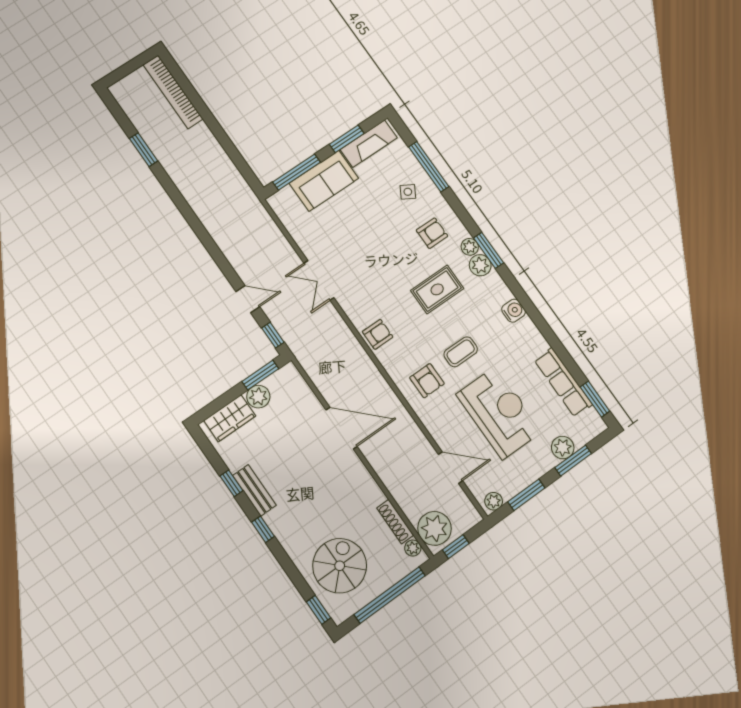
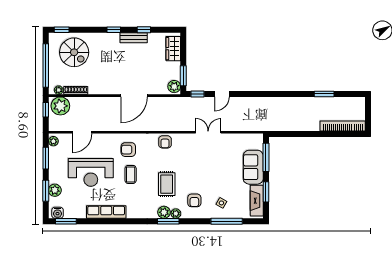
water cooler: (514, 311) -> (58, 213), moved
row of seats: (563, 382) -> (106, 212), moved
plant: (258, 397) -> (174, 87), moved

